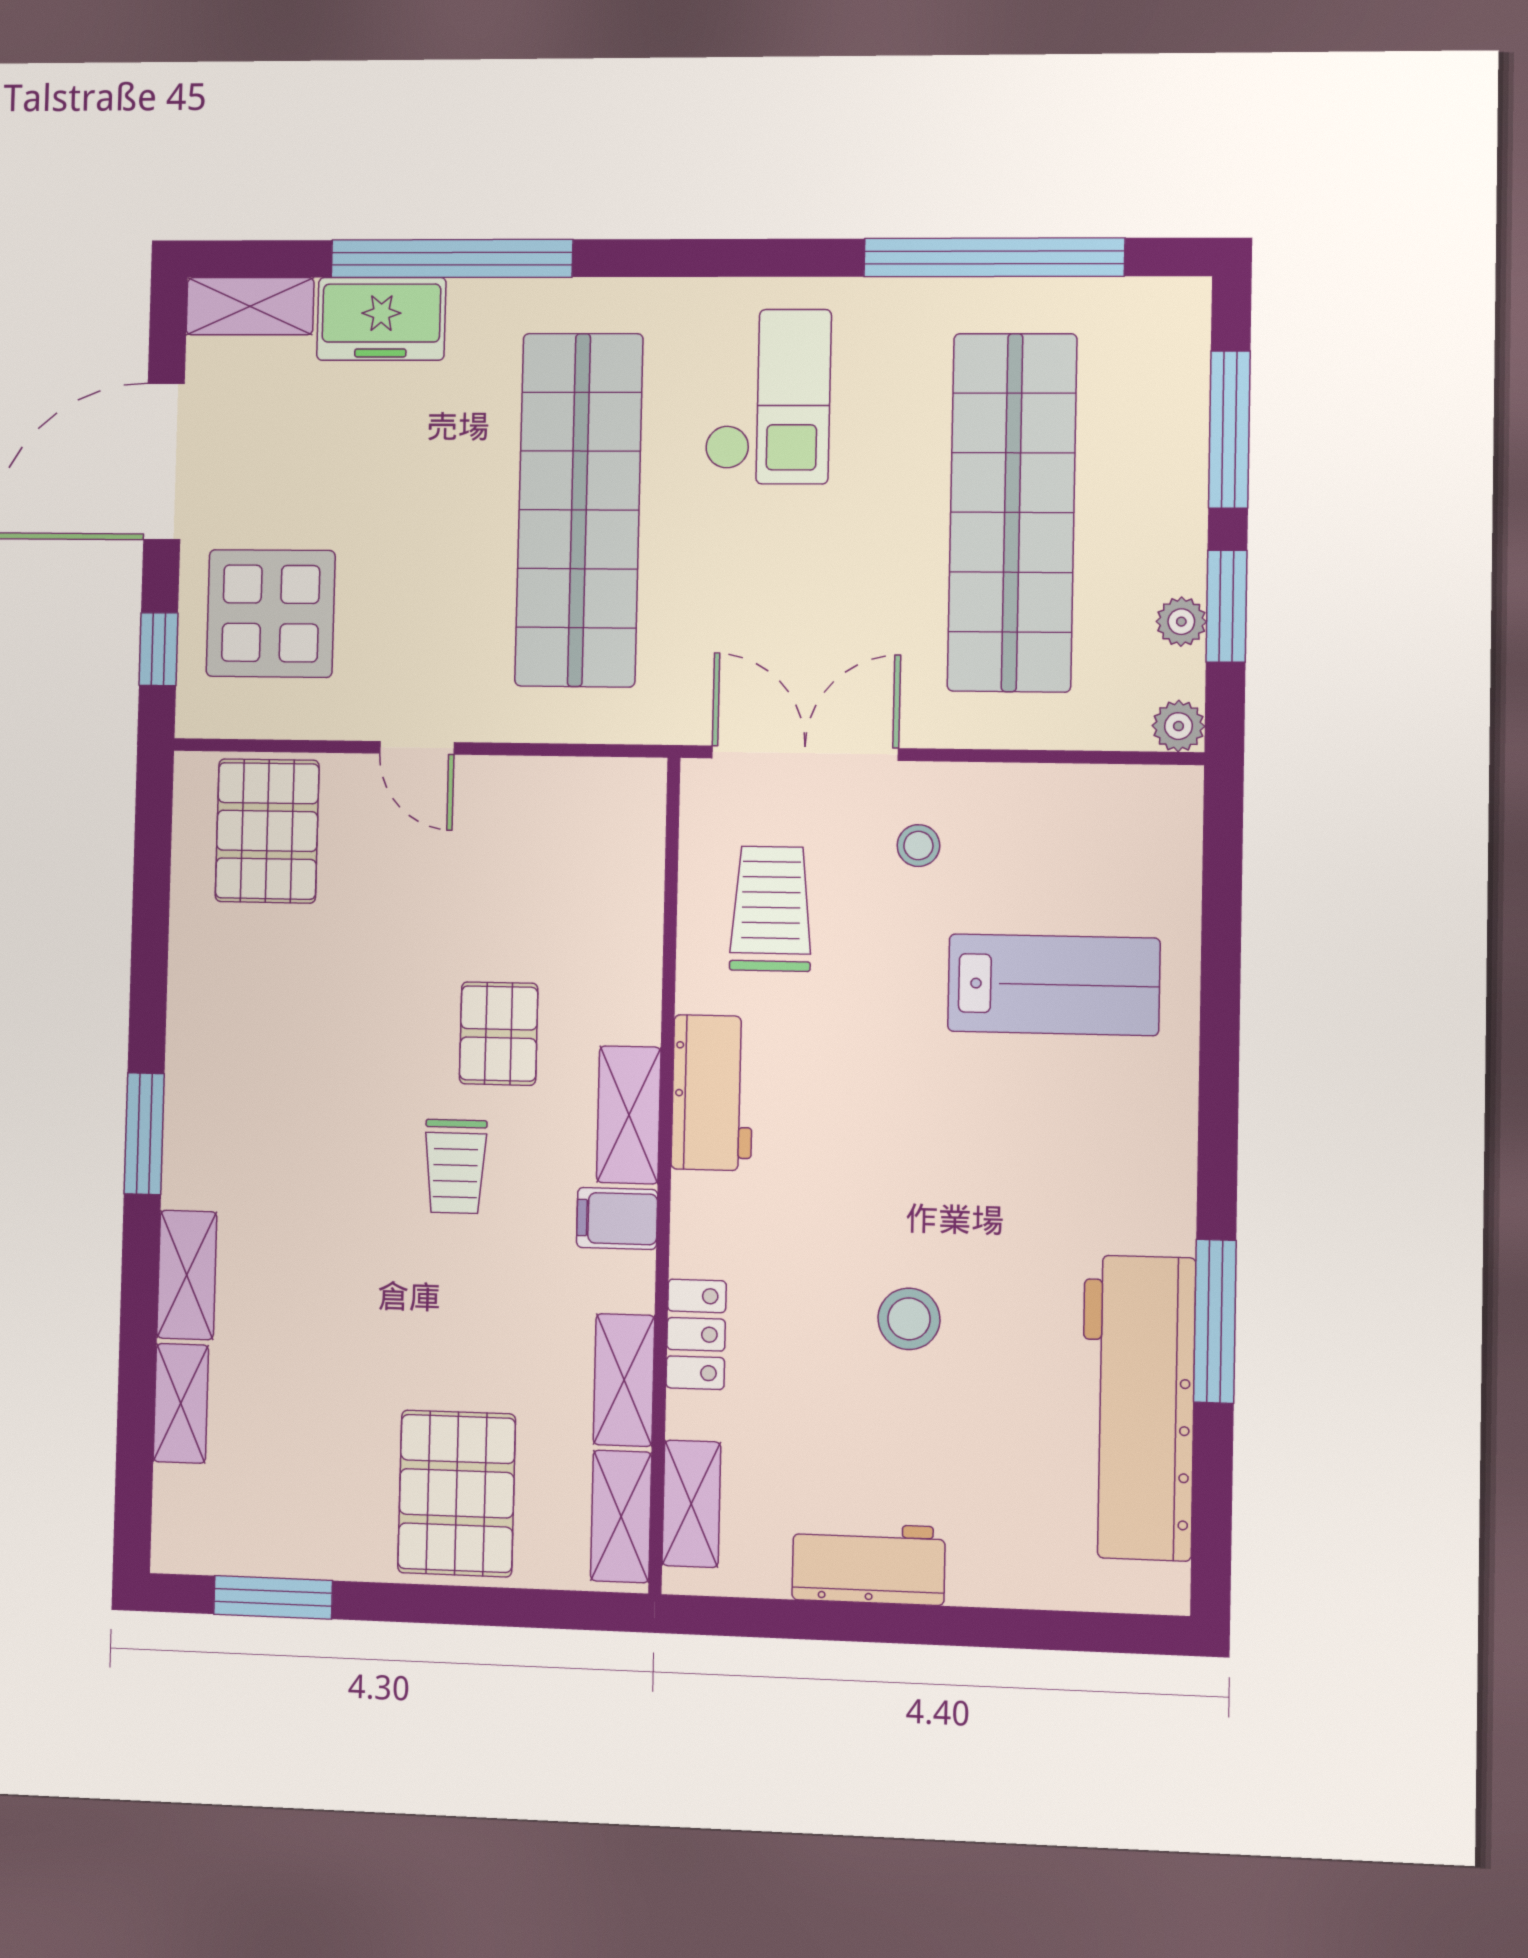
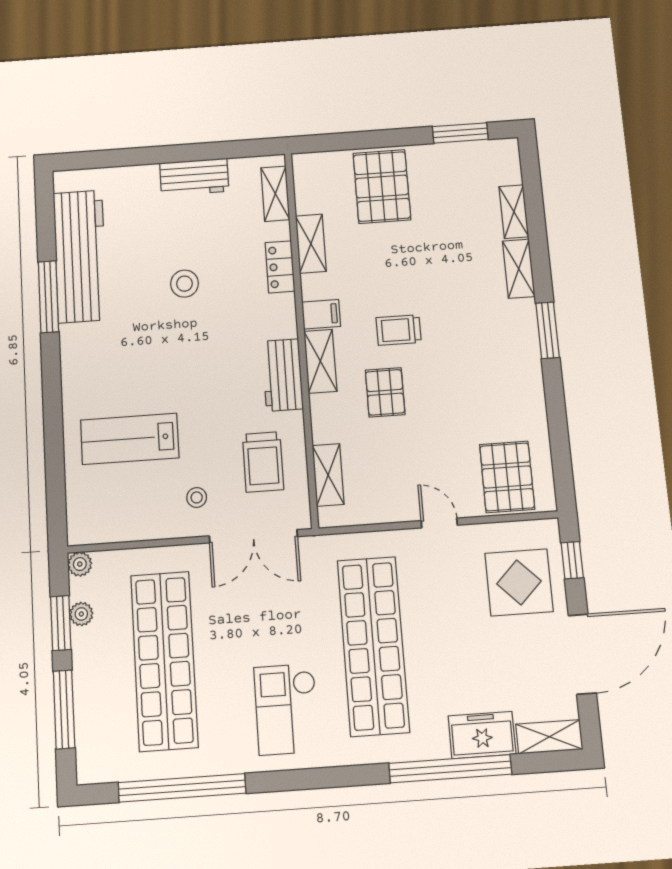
trolley: (455, 1166) -> (399, 330), turned -90
shelving: (621, 1516) -> (328, 475), moved

